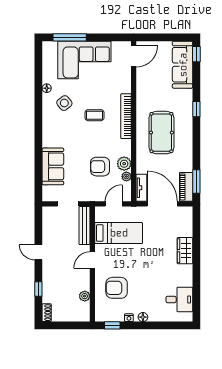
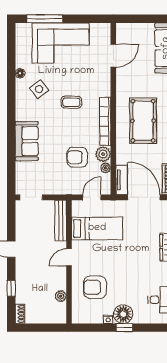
door: (134, 56) -> (113, 56), moved
bookcase: (126, 116) -> (105, 121), moved
sofa: (53, 166) -> (27, 141), moved
doorway: (68, 204) -> (31, 197), moved
floor lamp: (143, 317) -> (123, 314), width x1.89, depth x1.89
window: (112, 325) -> (124, 328), moved

